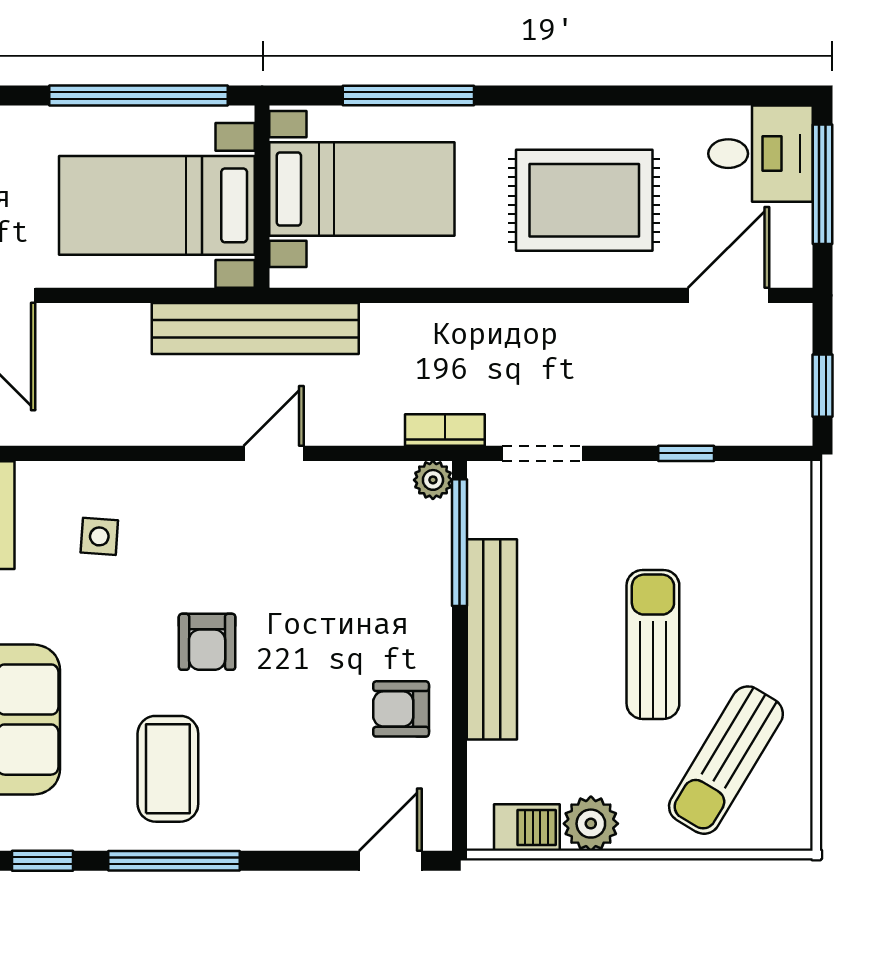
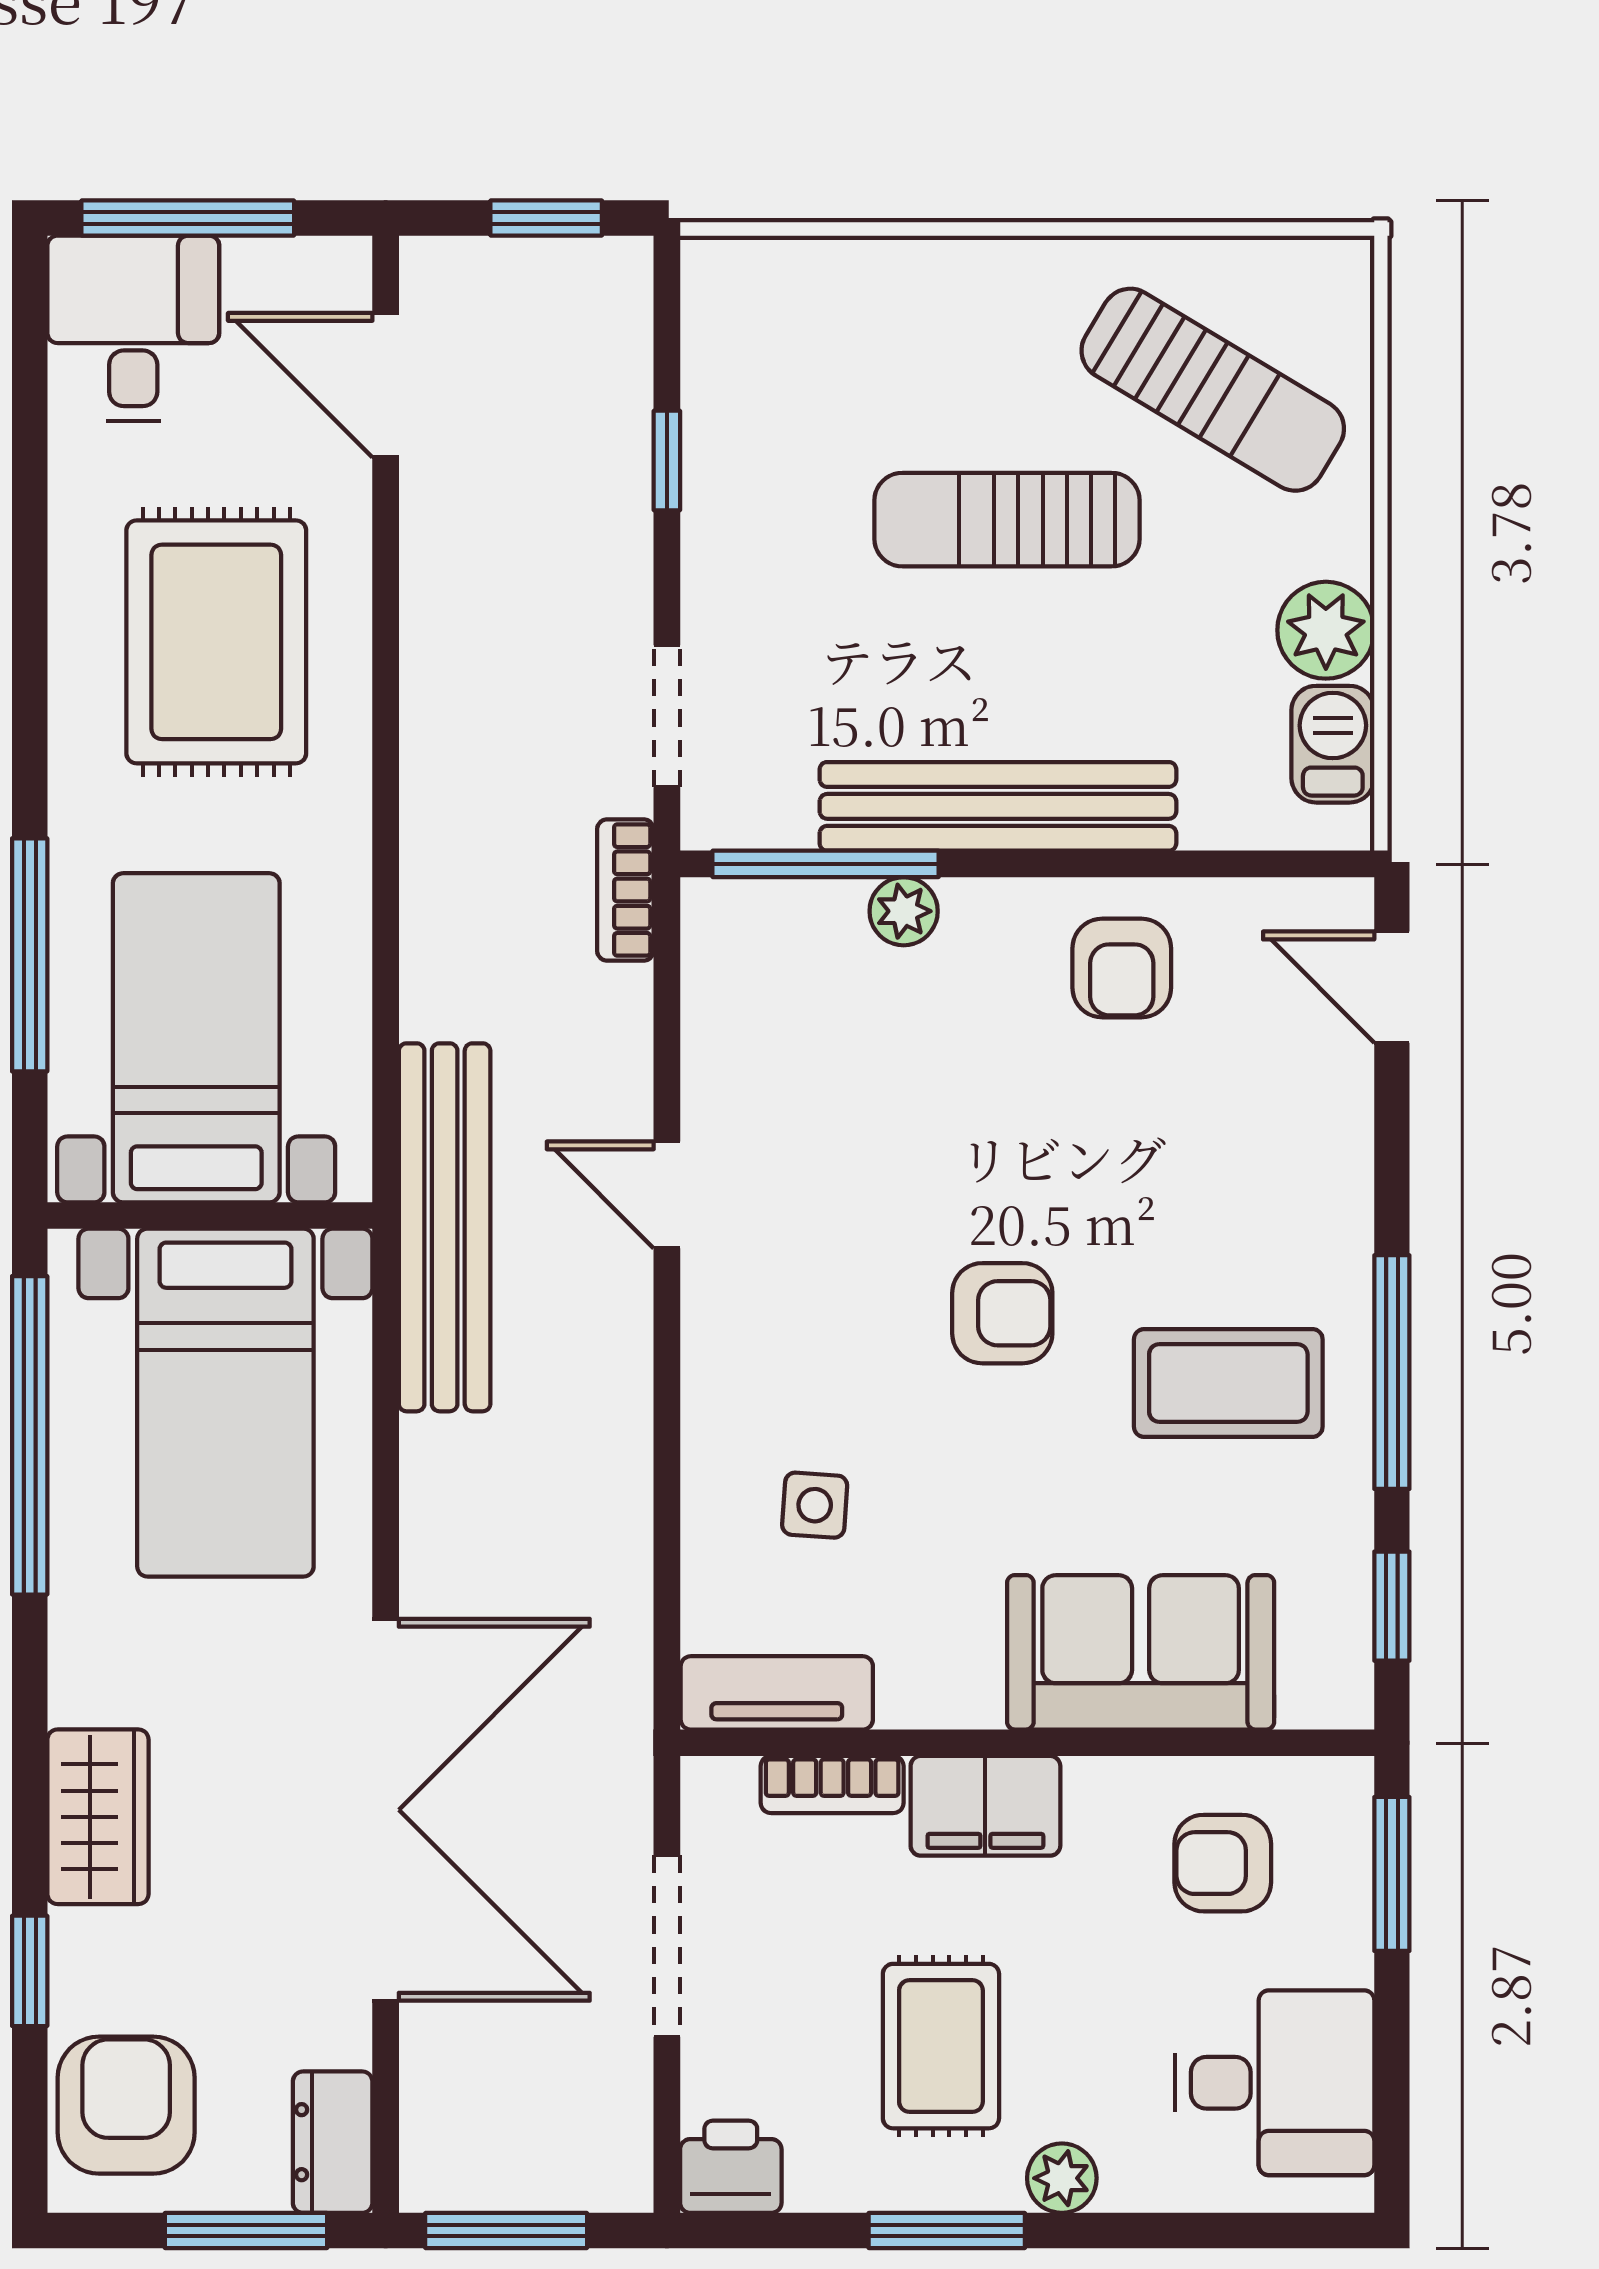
plant: (433, 480) -> (904, 911), moved

